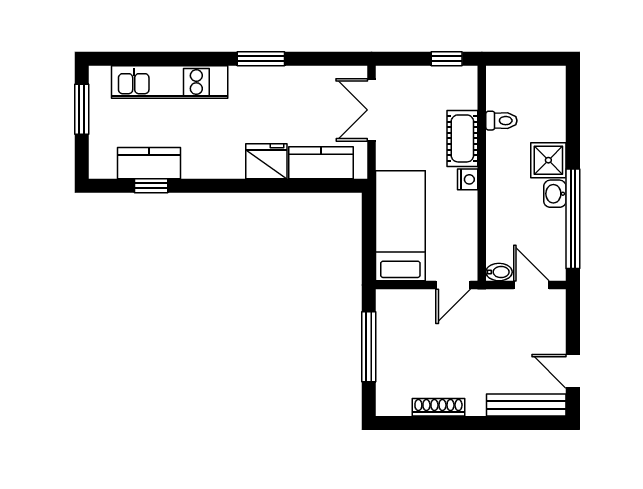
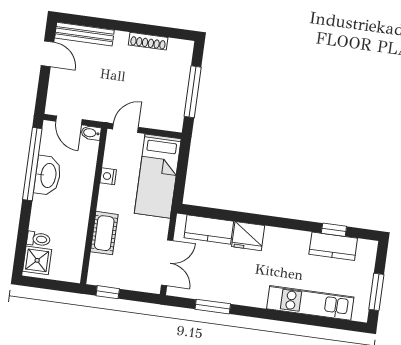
window: (261, 59) -> (213, 307), moved
toilet: (501, 121) -> (38, 239), moved, turned 180
shower: (548, 160) -> (37, 260), moved
nightstand: (468, 179) -> (108, 176), moved
washbasin: (555, 194) -> (48, 175), width x1.91, depth x1.45

